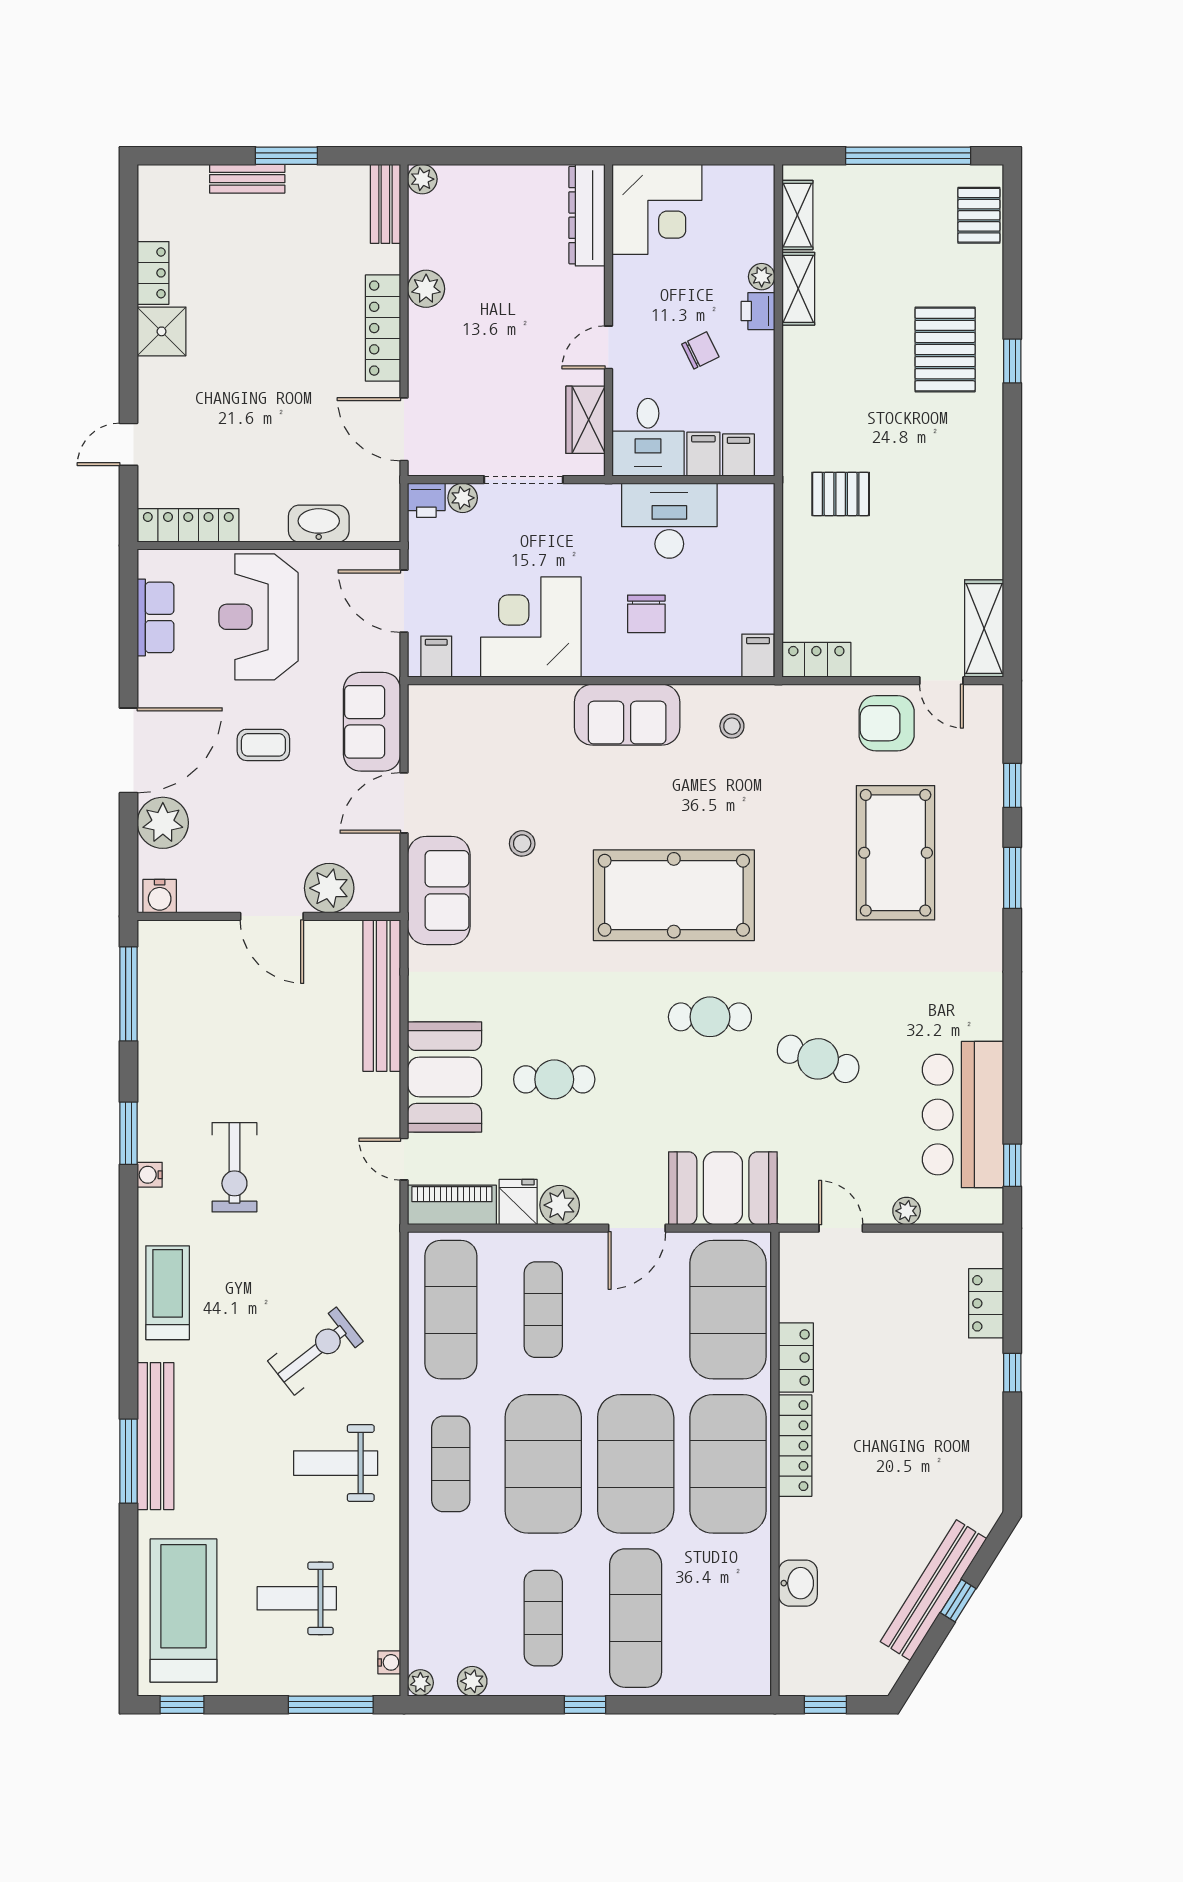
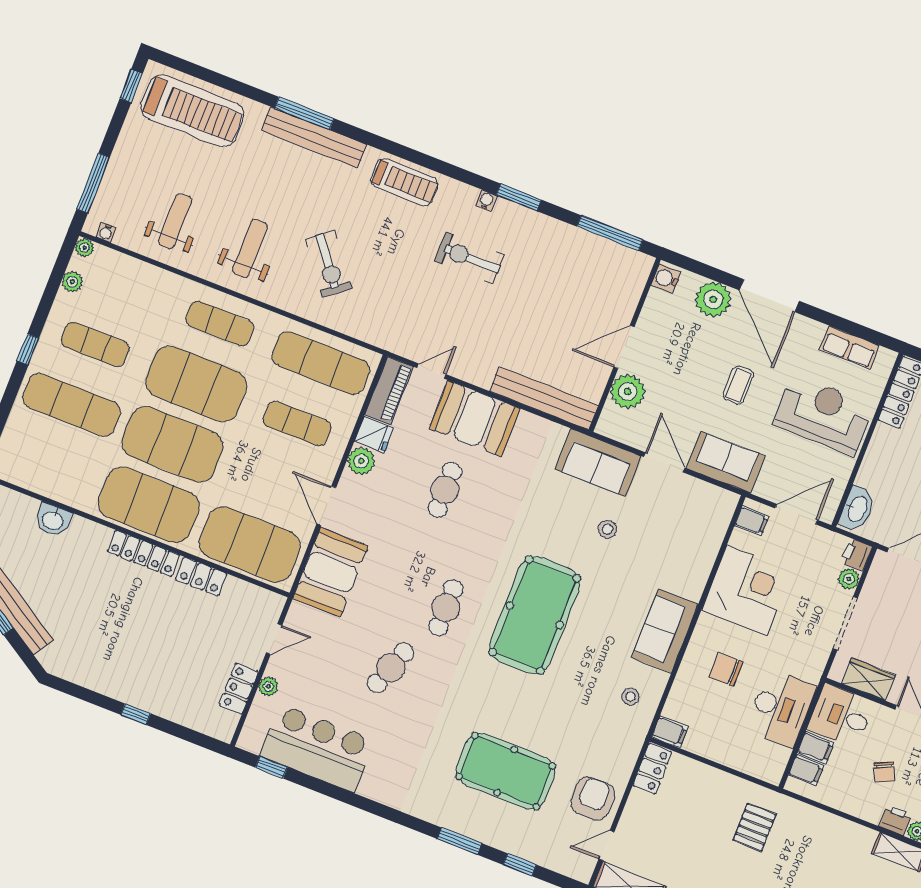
washbasin: (319, 524) -> (857, 509), moved
locker: (986, 1303) -> (239, 689), moved, turned -90
weight bench: (297, 1598) -> (175, 221), moved

